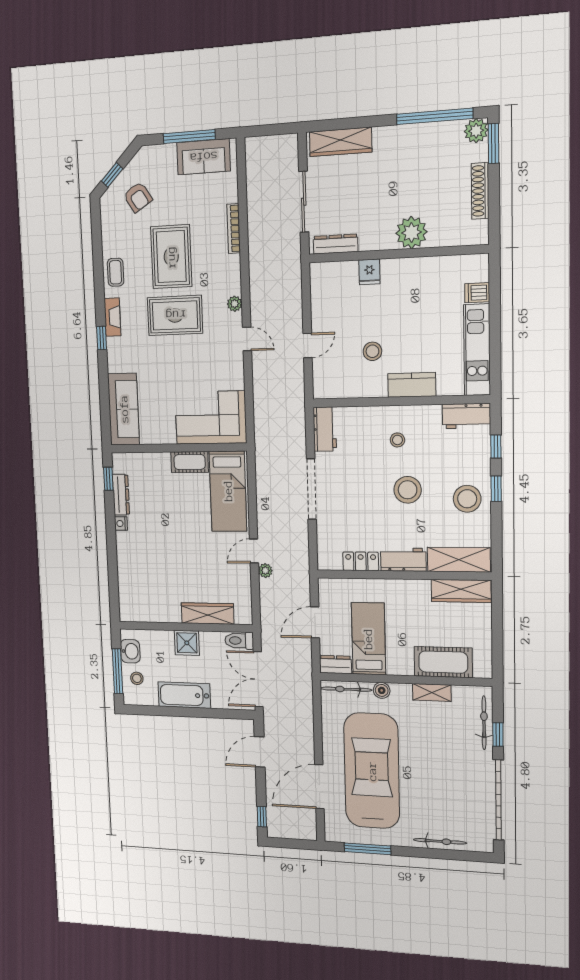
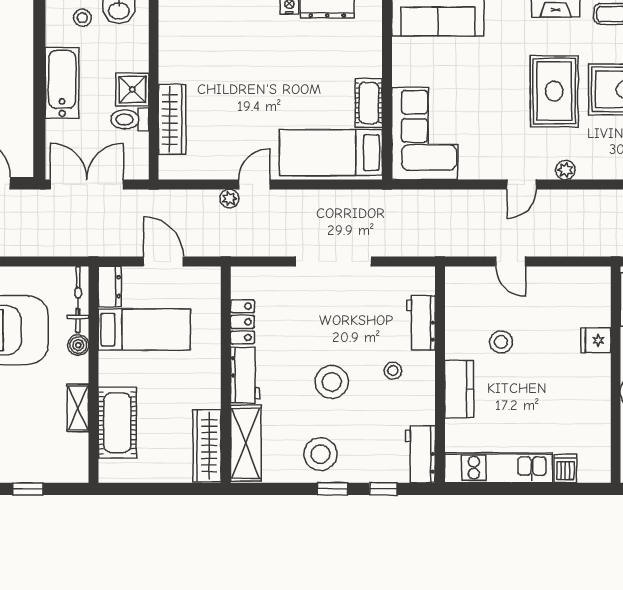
workbench: (325, 429) -> (421, 323), moved, turned 90
door: (254, 551) -> (254, 184), hinge flipped
toilet: (239, 641) -> (130, 119), moved, turned -90
bicycle: (484, 723) -> (42, 472), removed

